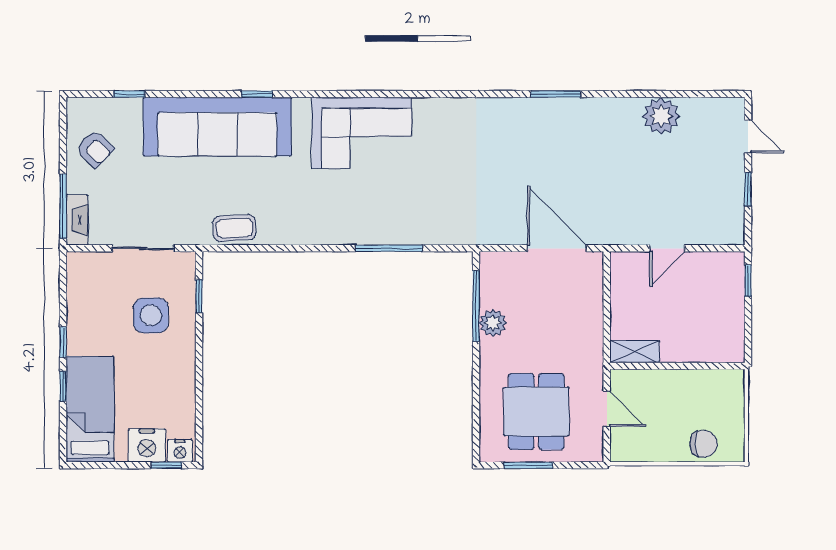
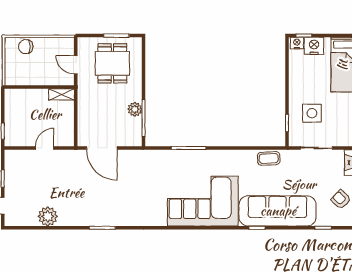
corner sofa: (362, 133) -> (203, 201), width x1.36, depth x1.36

